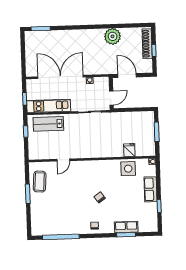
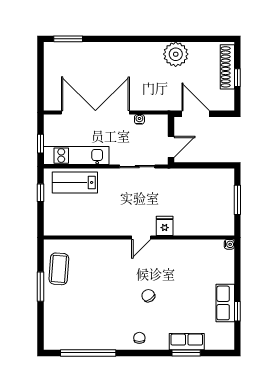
fridge: (129, 150) -> (165, 226), moved
door: (63, 160) -> (141, 238), moved
side table: (128, 169) -> (193, 254), removed
row of seats: (151, 189) -> (225, 303), moved

